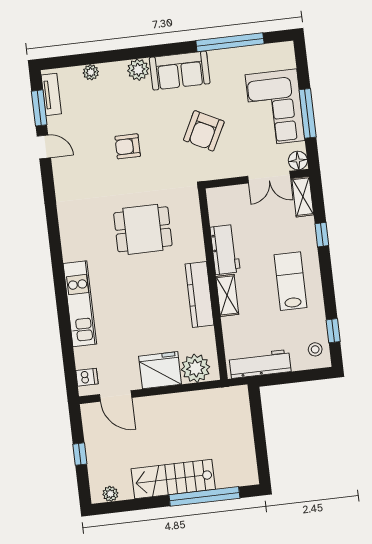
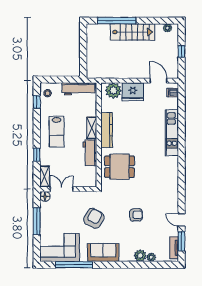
plant: (138, 70) -> (140, 256), moved
corner sofa: (275, 108) -> (59, 248), moved, turned -90
dining table: (143, 229) -> (119, 167), moved

